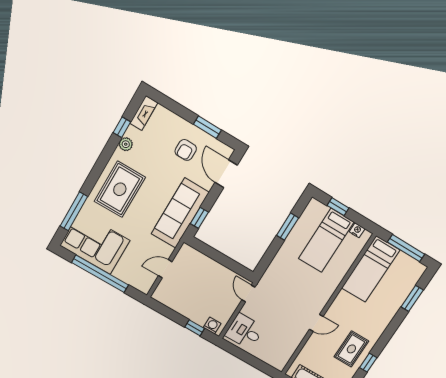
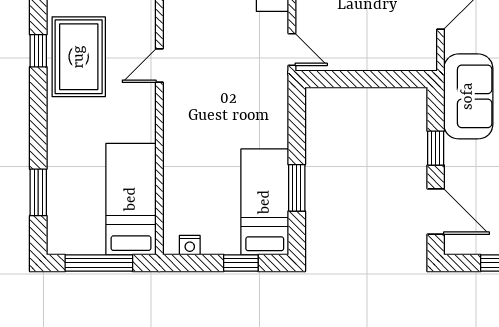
sofa: (180, 213) -> (468, 96), width x0.73
window: (199, 218) -> (436, 148), moved
bed: (326, 240) -> (265, 202), moved
rug: (351, 349) -> (79, 57), width x1.36, depth x1.43

